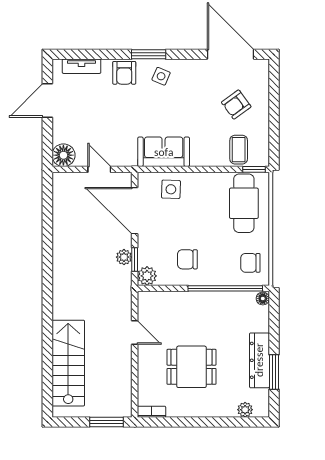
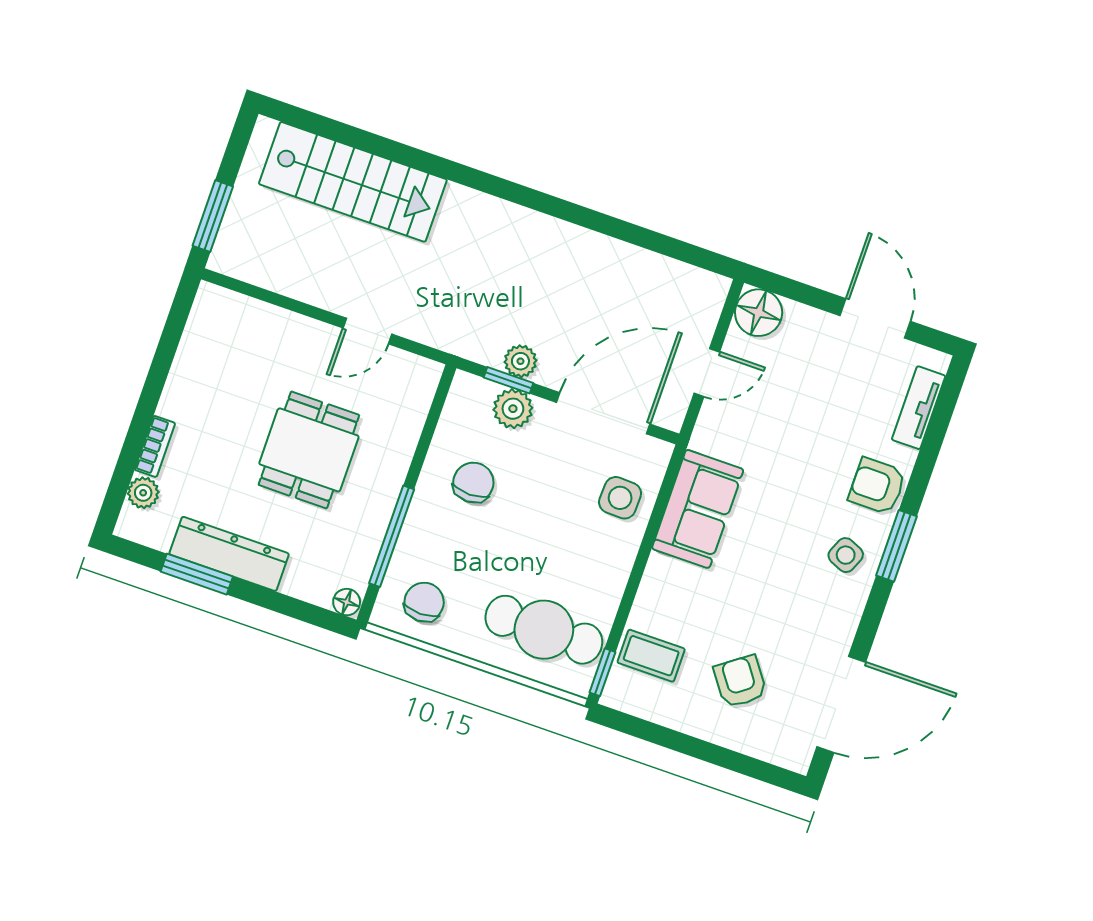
plant: (147, 276) -> (513, 409), moved
window: (225, 288) -> (392, 536), width x0.68
dining table: (191, 367) -> (309, 450), moved
bookcase: (152, 412) -> (155, 446), moved

